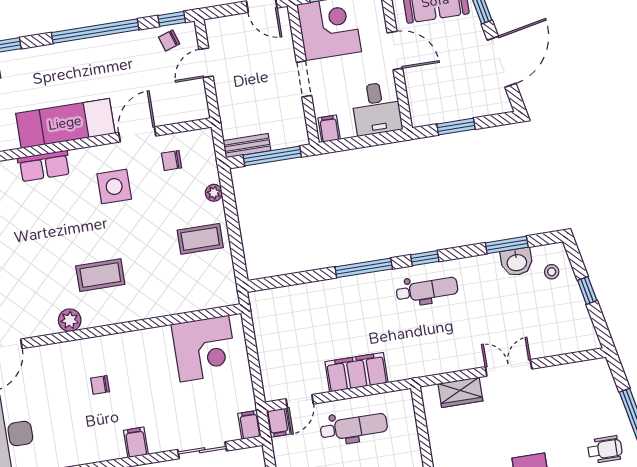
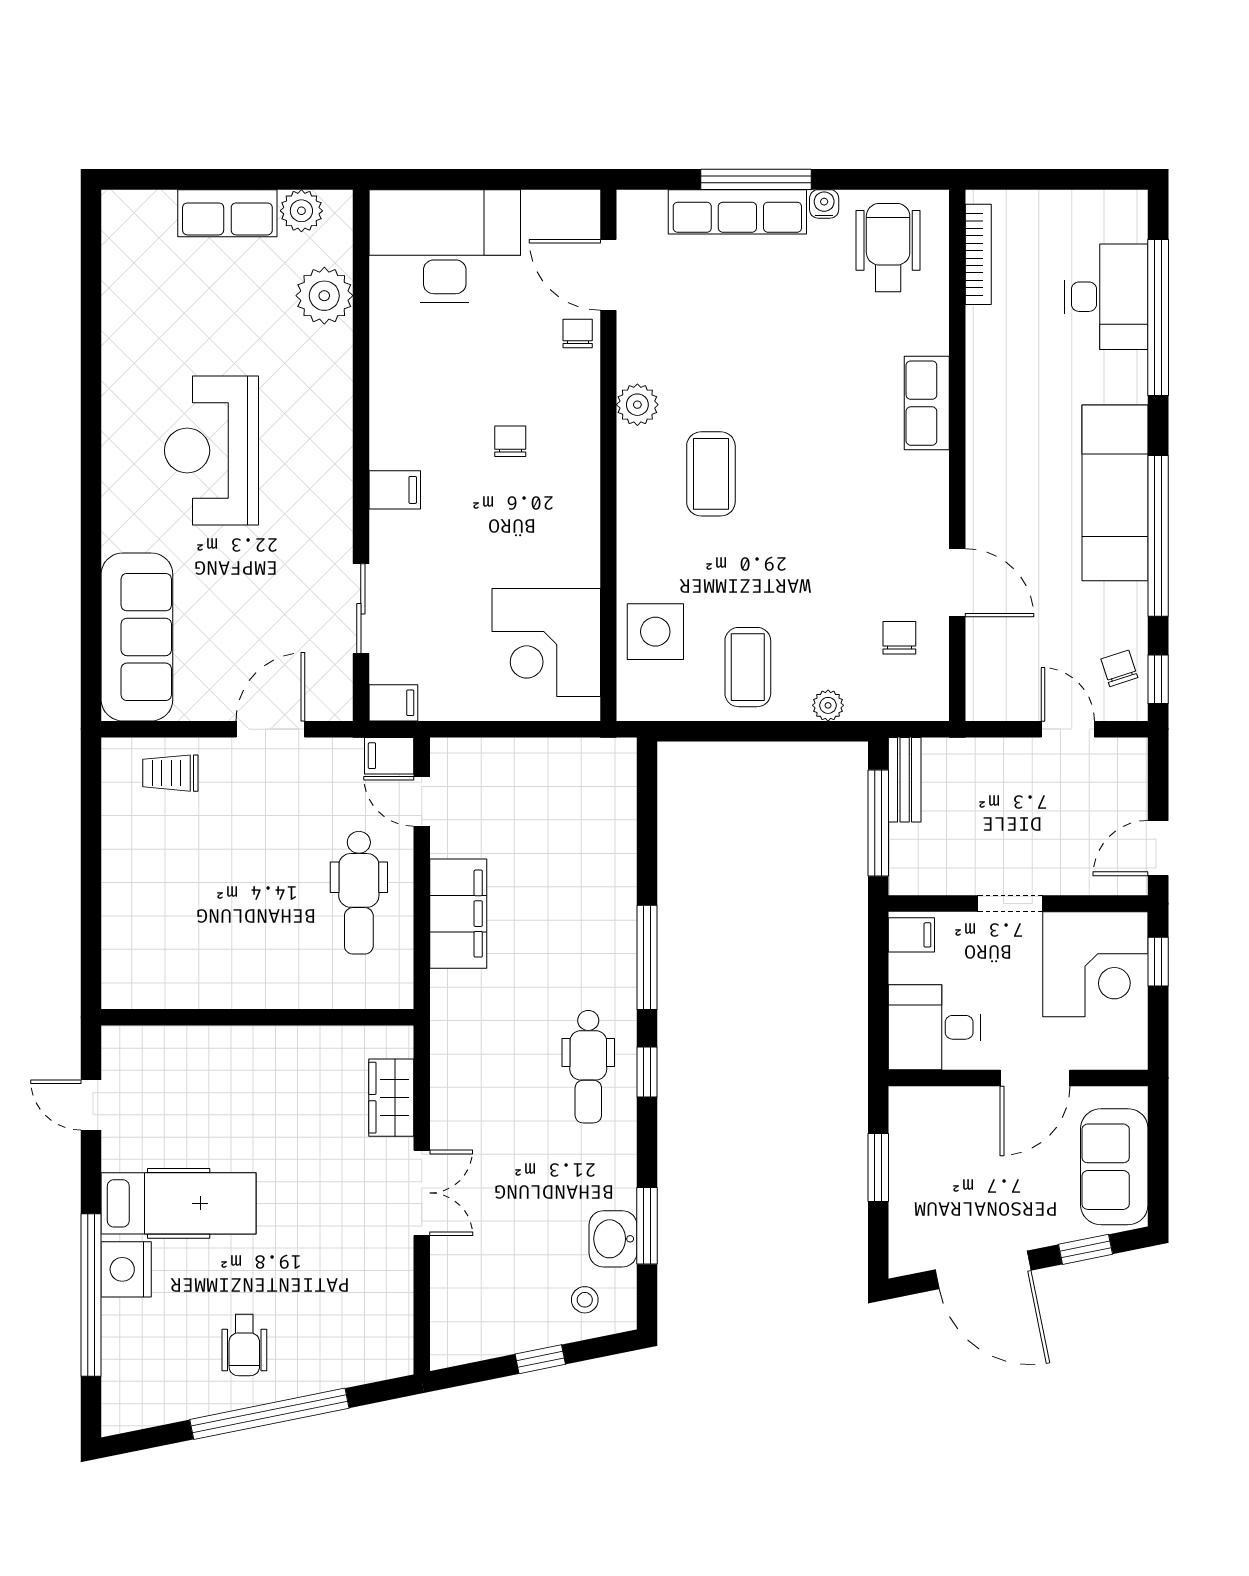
exam couch: (65, 123) -> (1115, 493), moved, turned 180
side table: (114, 187) -> (655, 632), moved
chair: (37, 358) -> (578, 333), added

